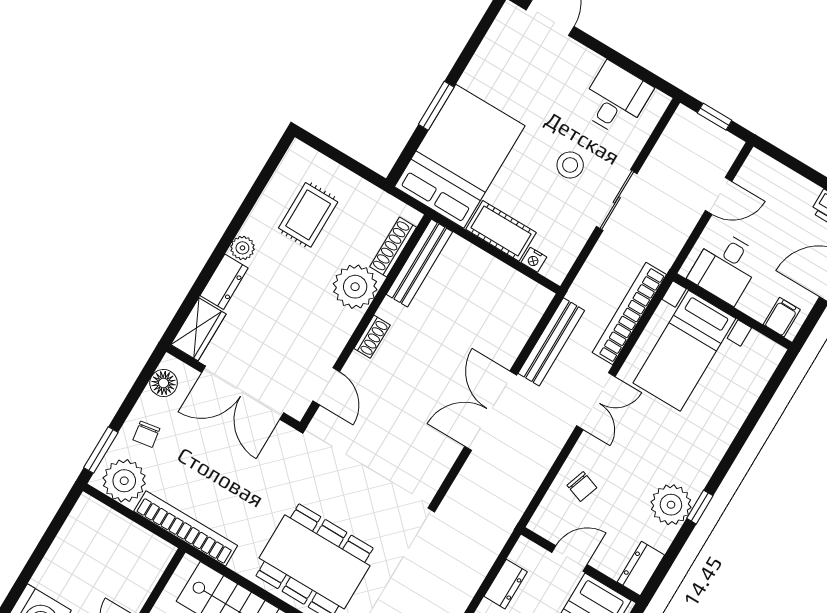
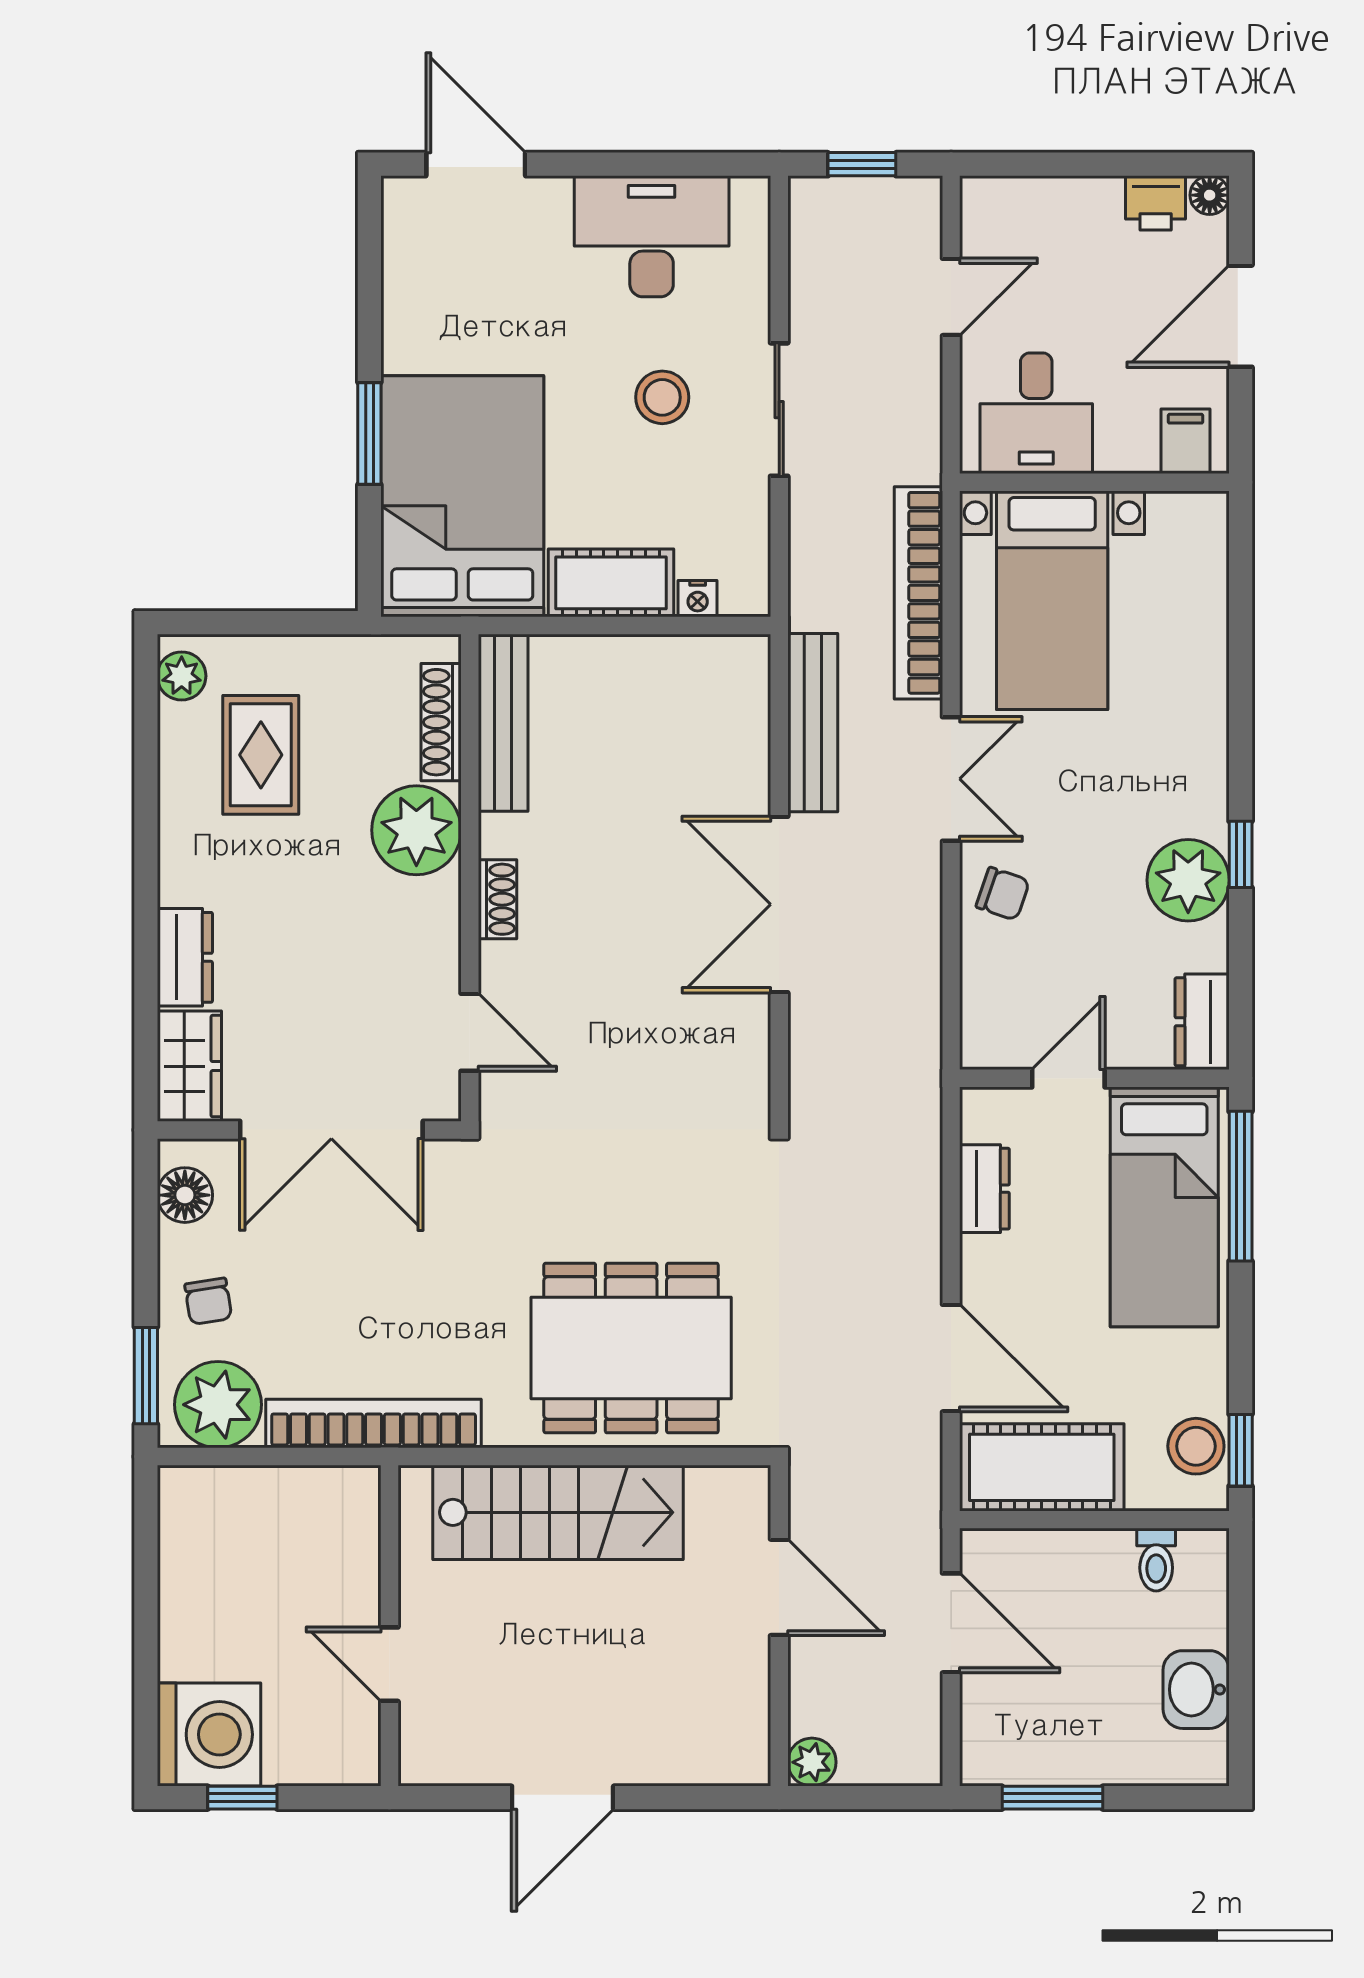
desk: (616, 99) -> (652, 236), width x1.37
plant: (242, 248) -> (182, 676), moved
chair: (582, 487) -> (1003, 894), moved

